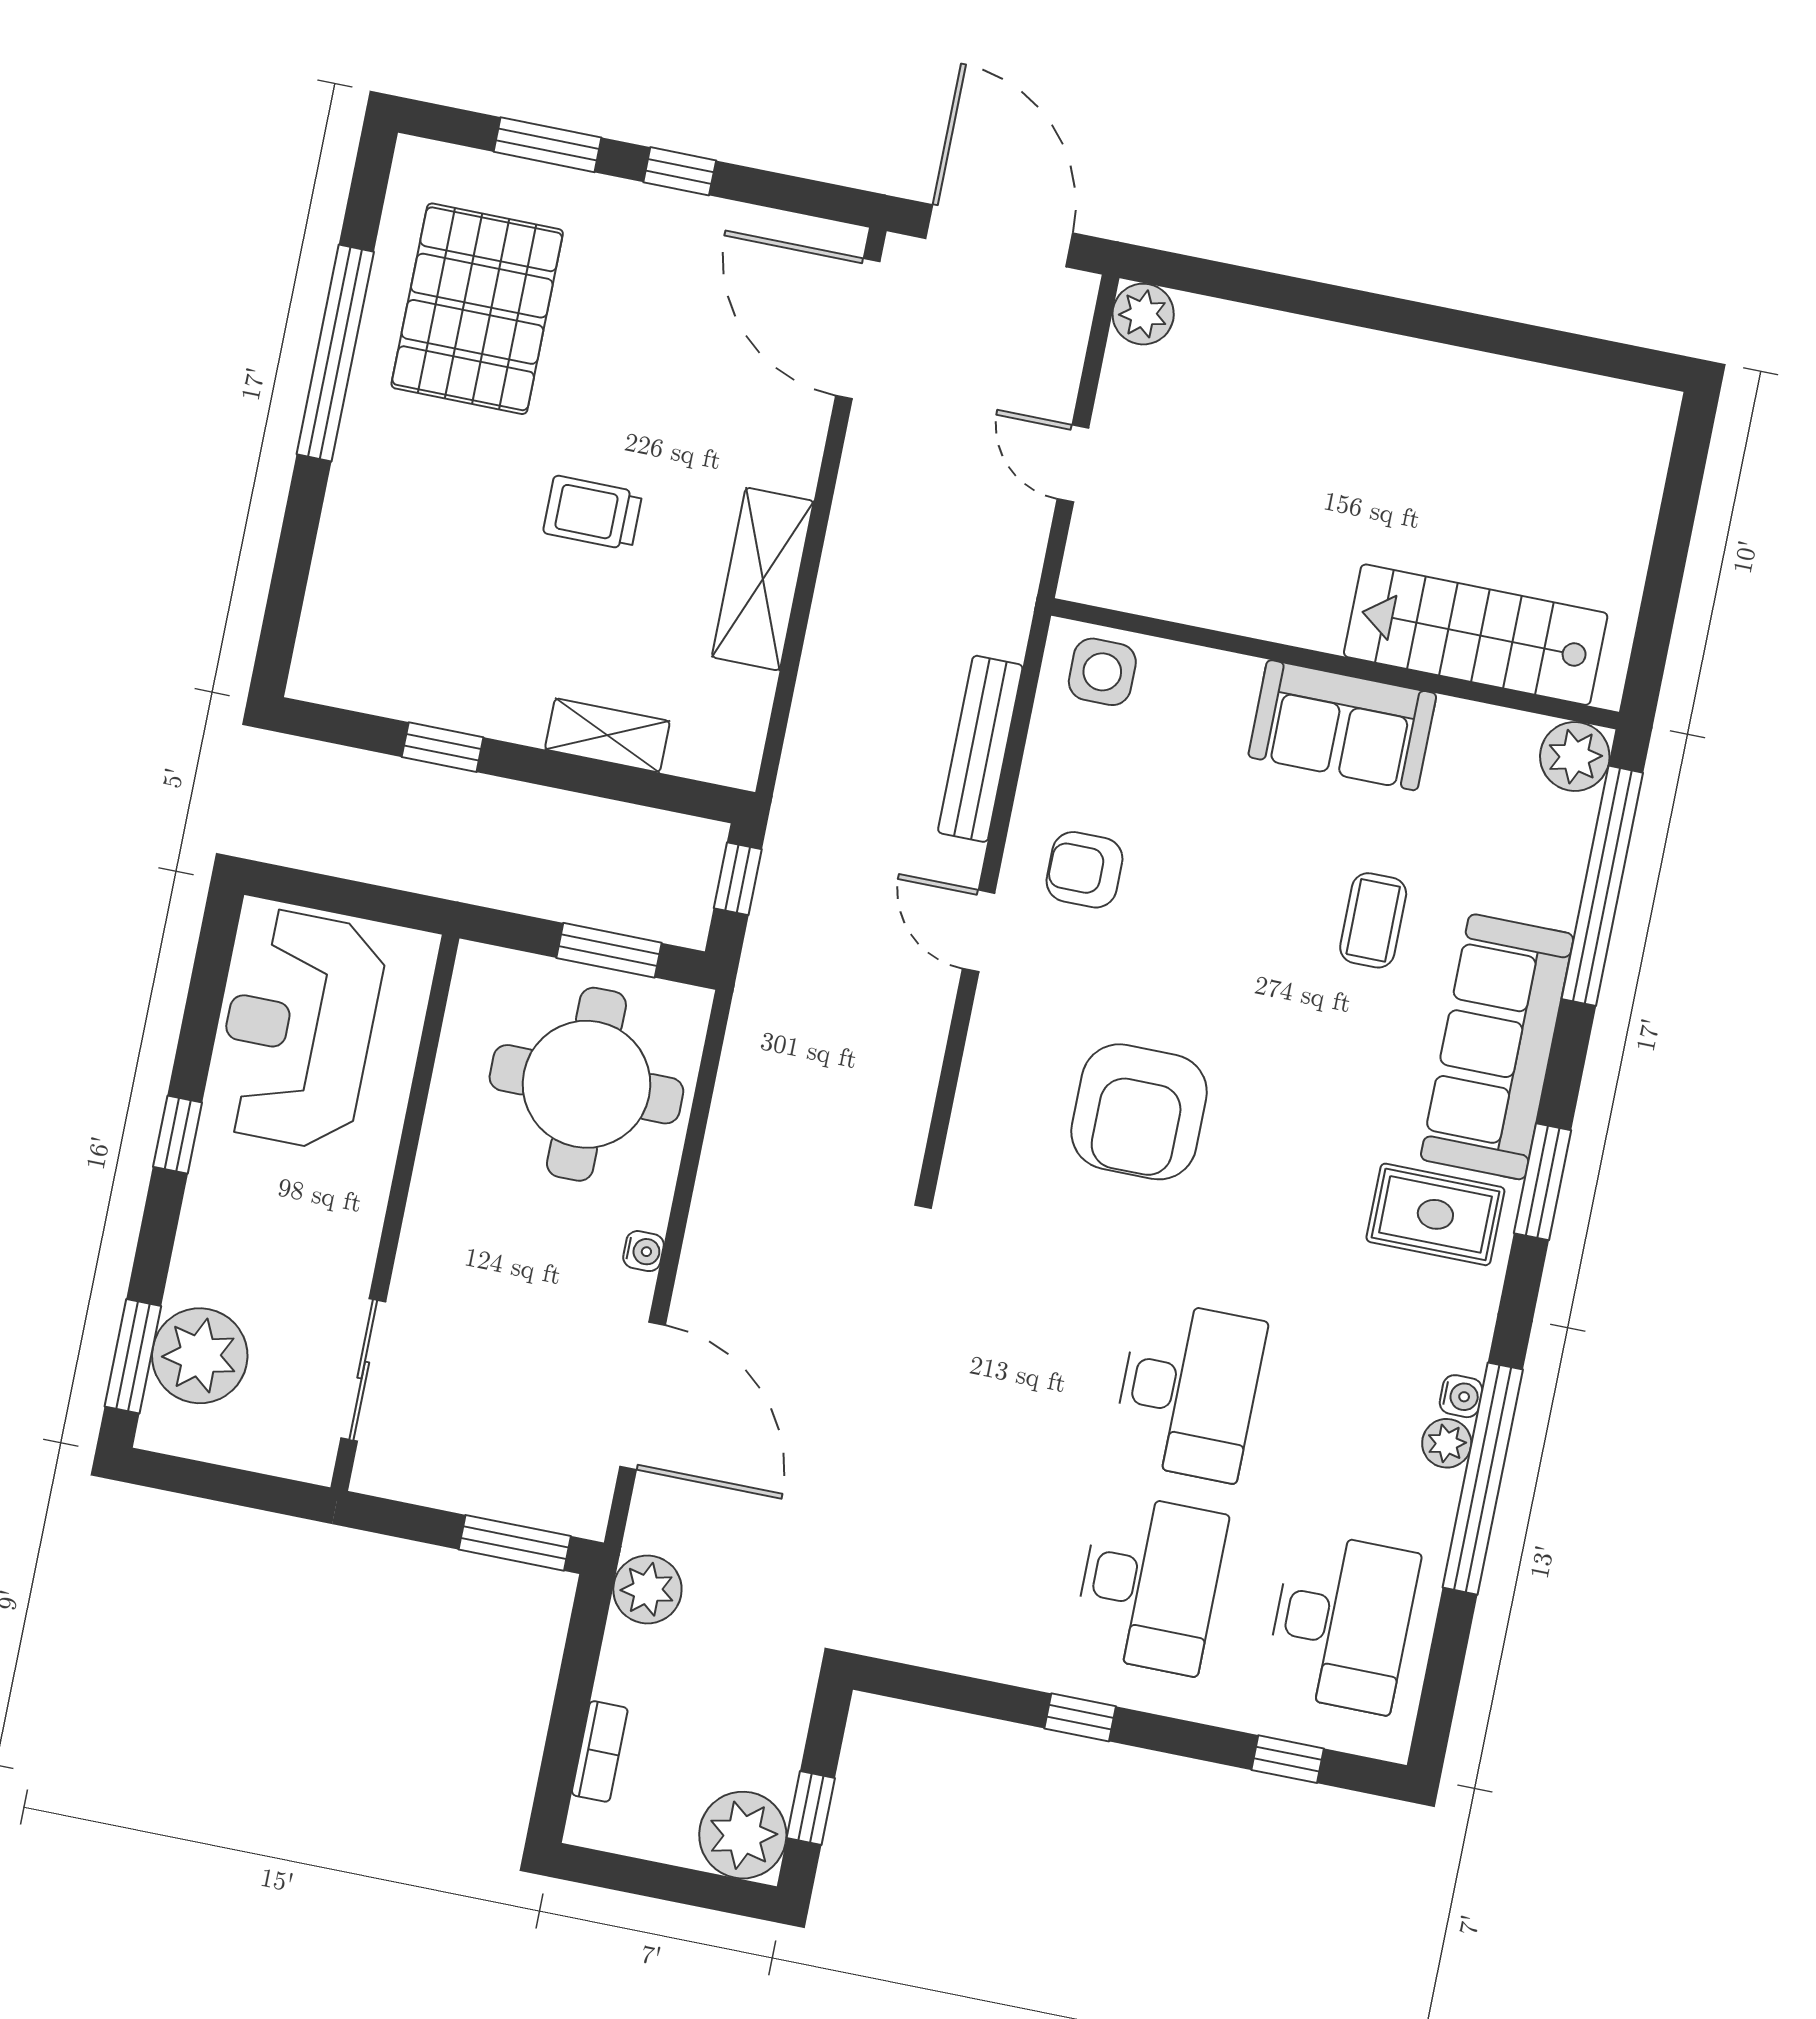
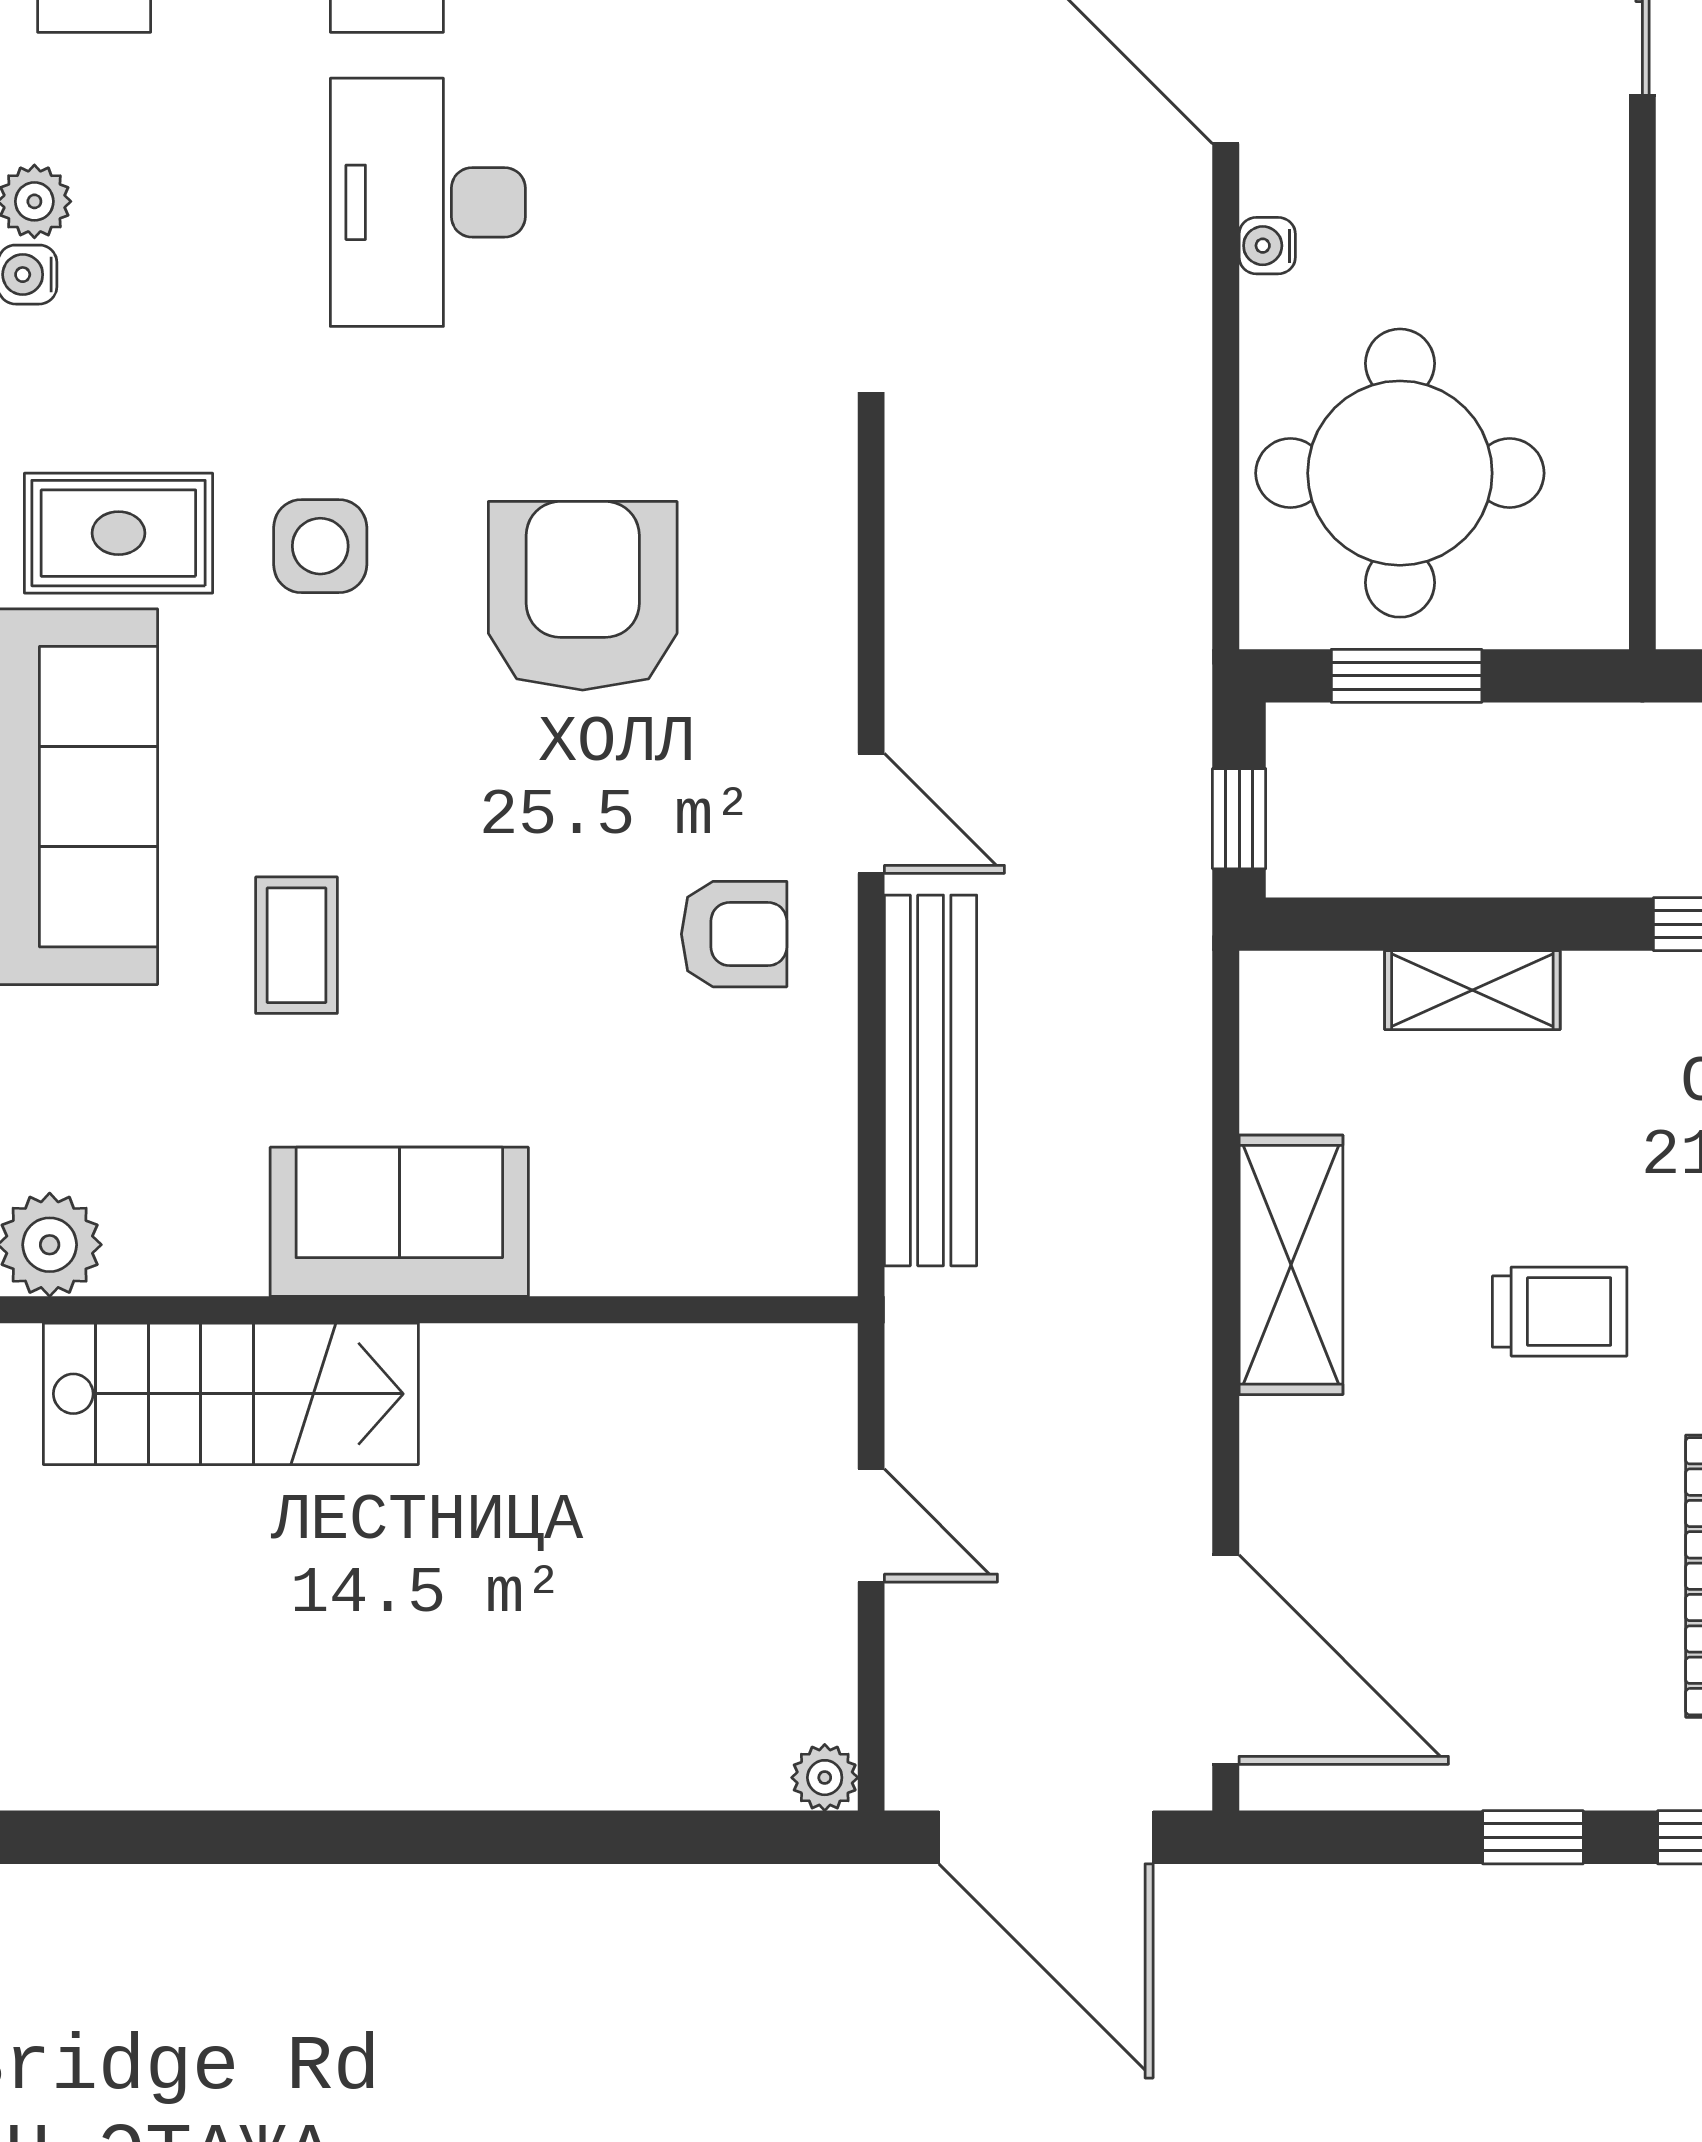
plant: (1143, 314) -> (825, 1778), width x0.73, depth x0.73
side table: (1102, 672) -> (320, 546), moved
bench: (980, 749) -> (931, 1080), width x1.37, depth x1.21

